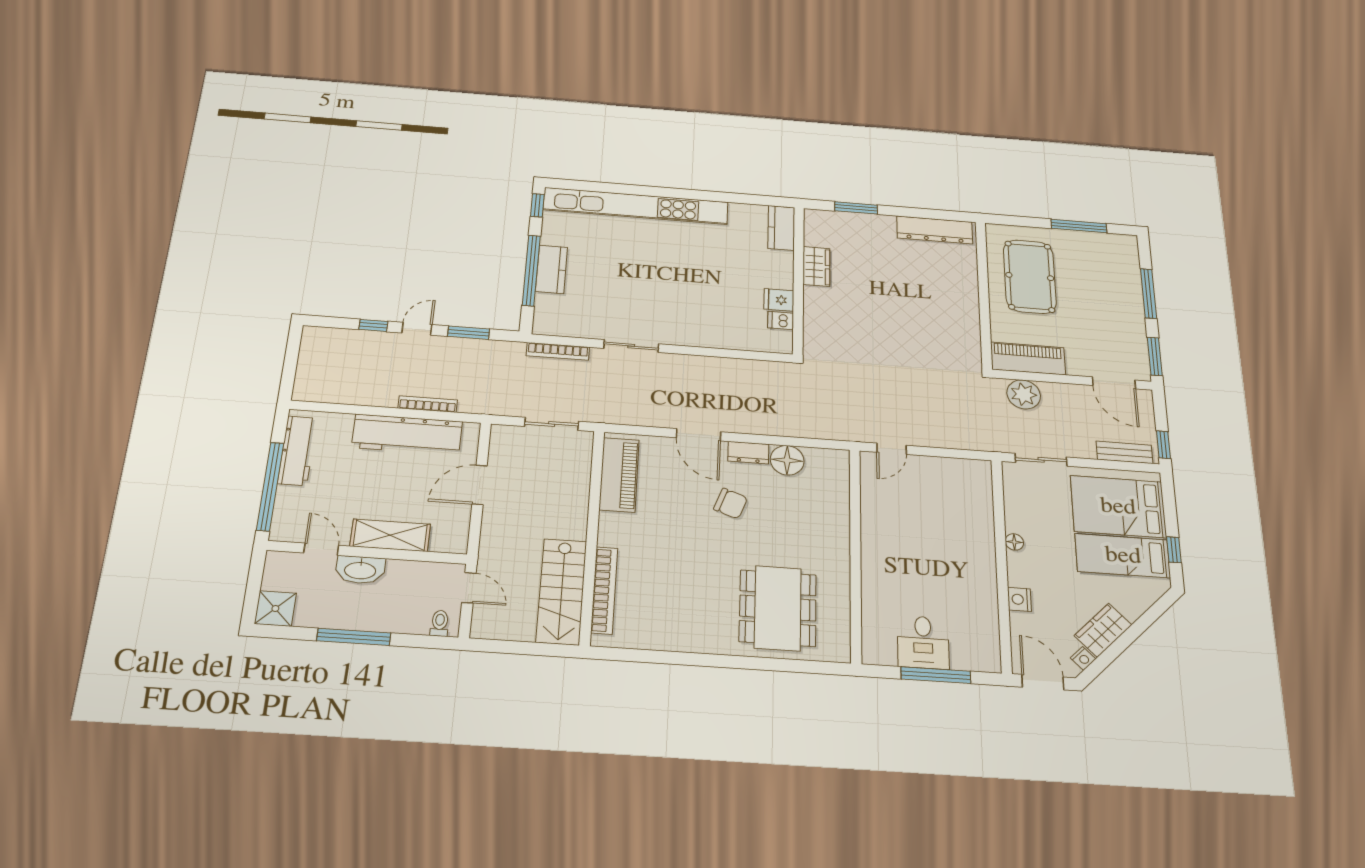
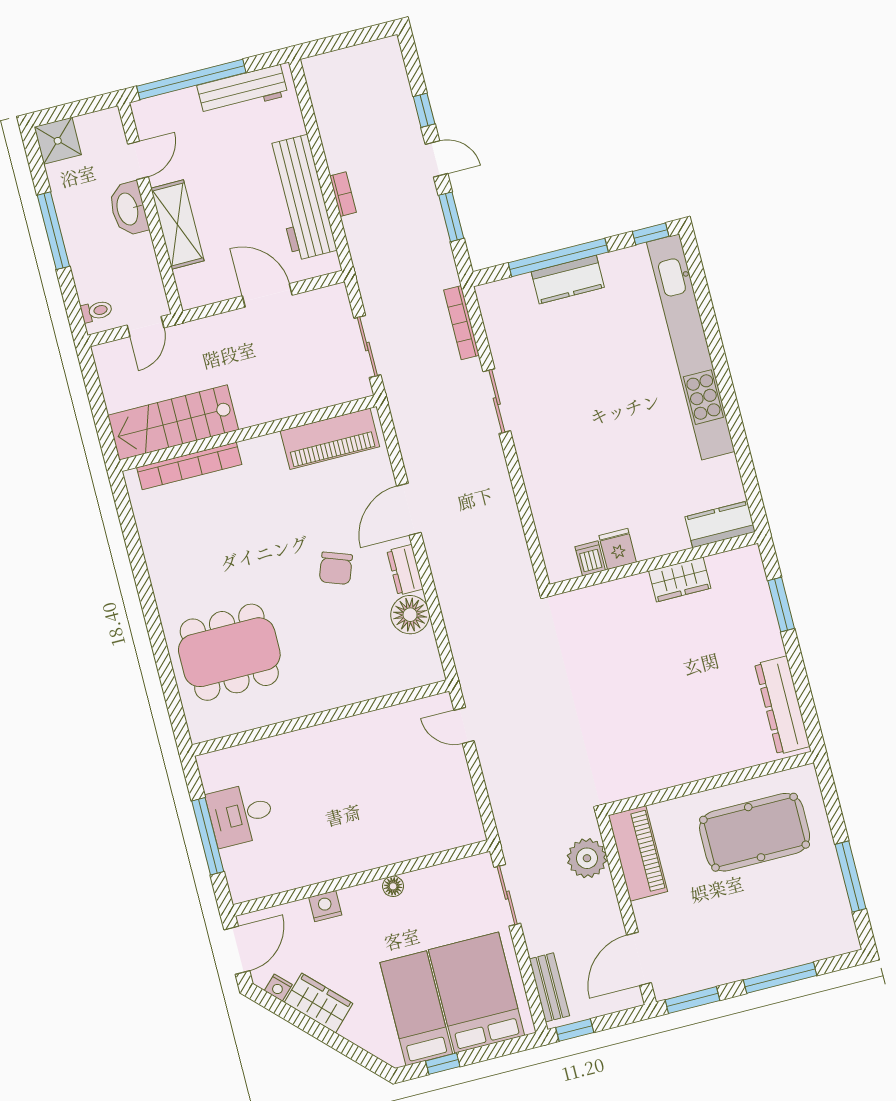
bookcase: (428, 404) -> (343, 194), width x0.64

